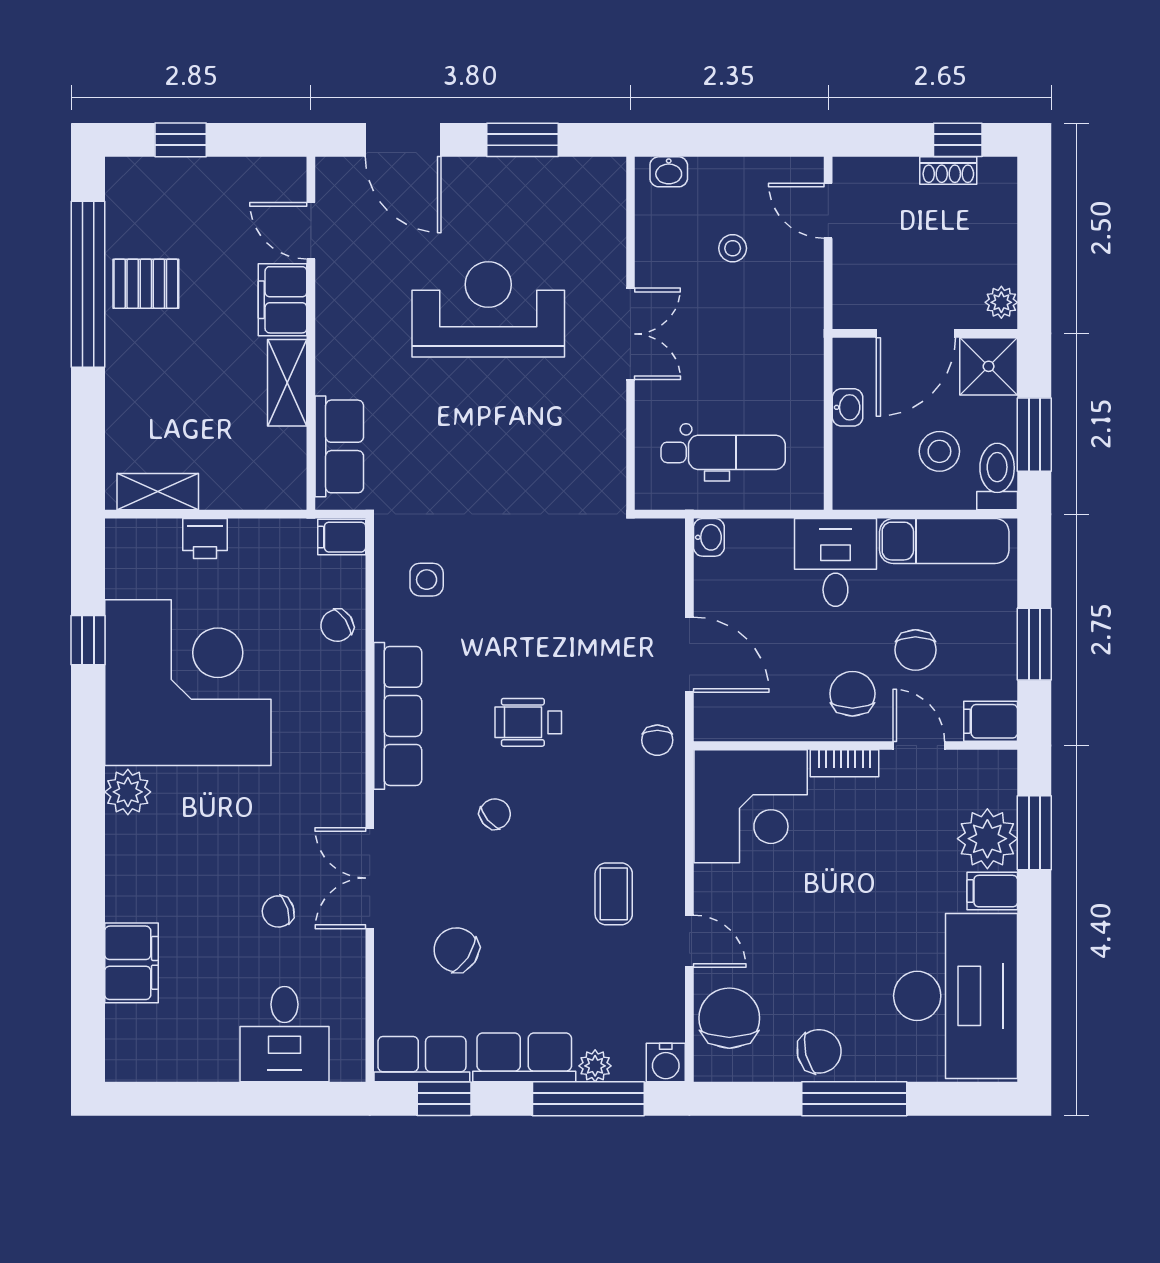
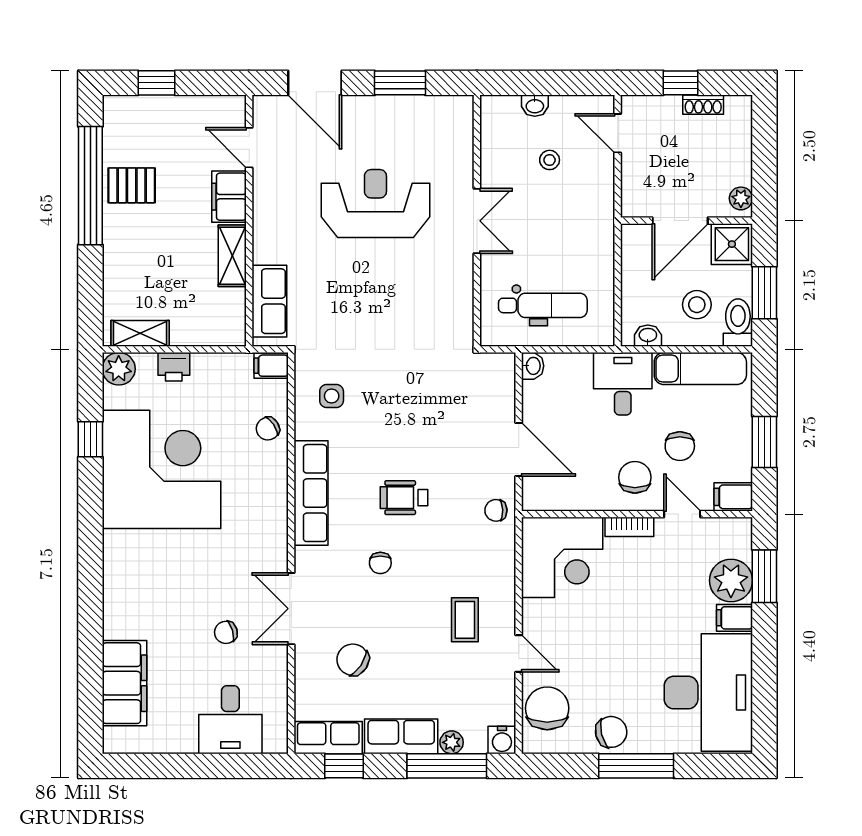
window: (958, 140) -> (680, 83), moved
washbasin: (669, 172) -> (535, 106), moved
washbasin: (848, 407) -> (648, 336), moved, turned -90
chair: (657, 740) -> (496, 510), turned 88
plant: (128, 792) -> (119, 369), moved
chair: (495, 814) -> (380, 563), turned 130
filing cabinet: (131, 963) -> (125, 683), width x1.50, depth x1.17

